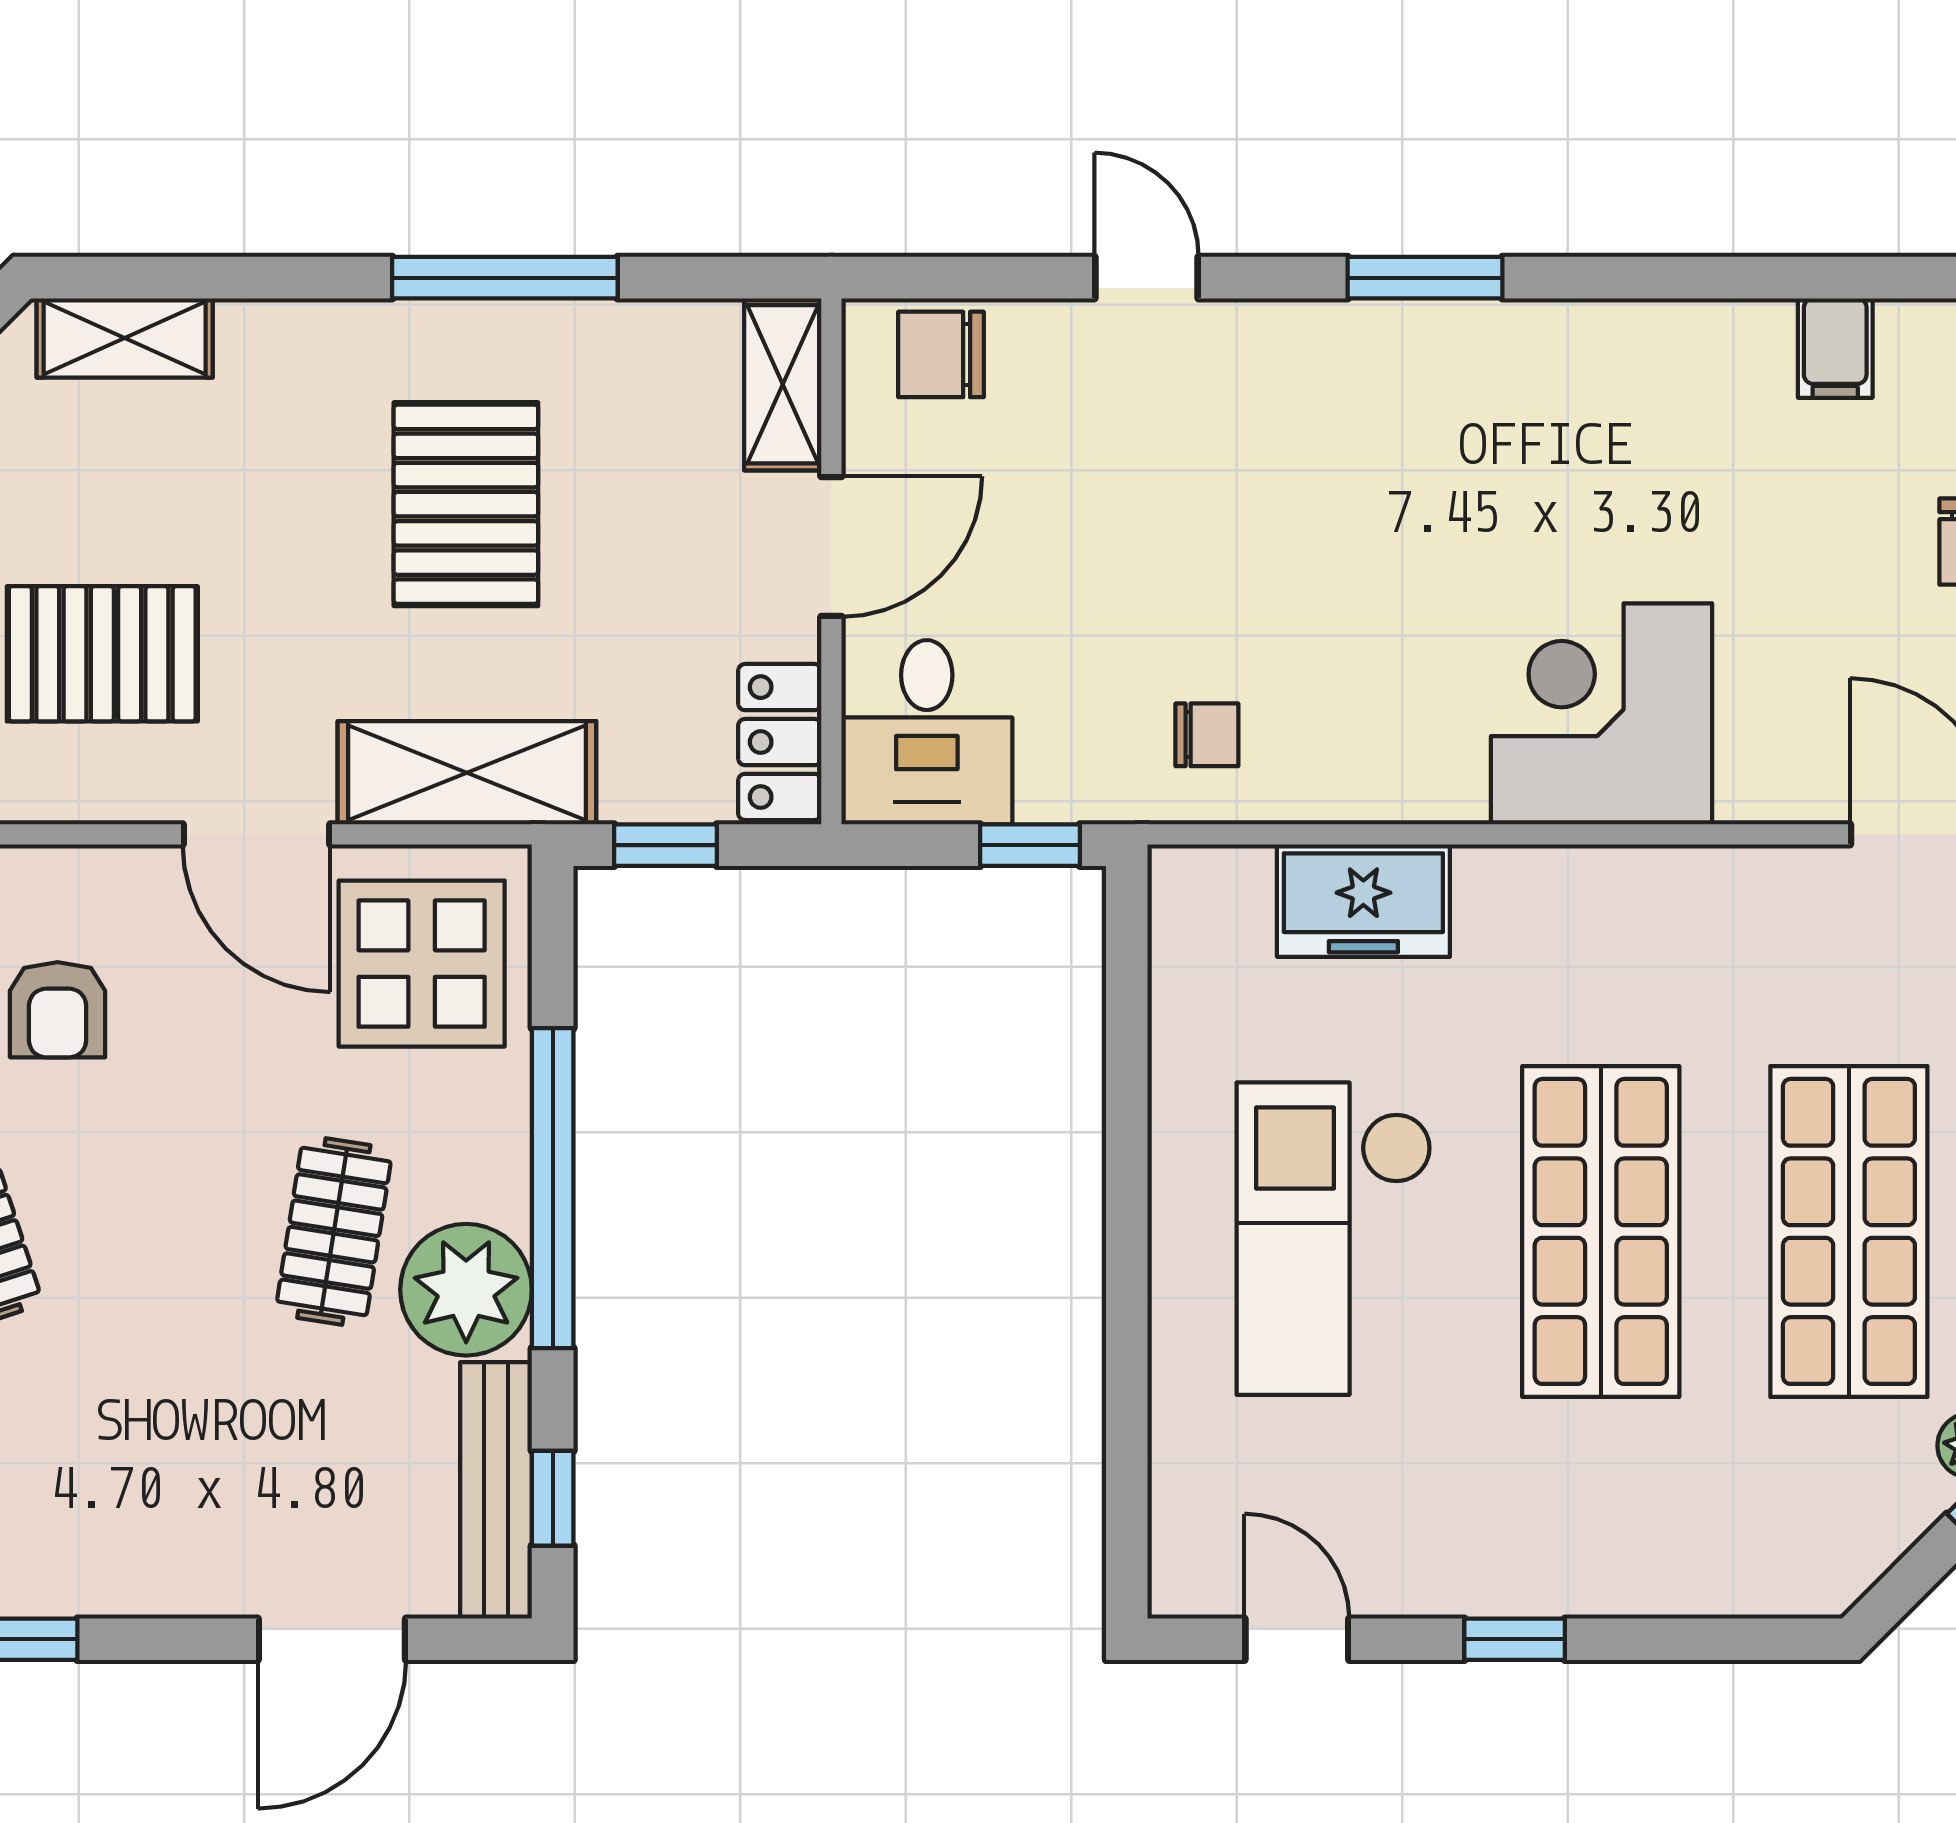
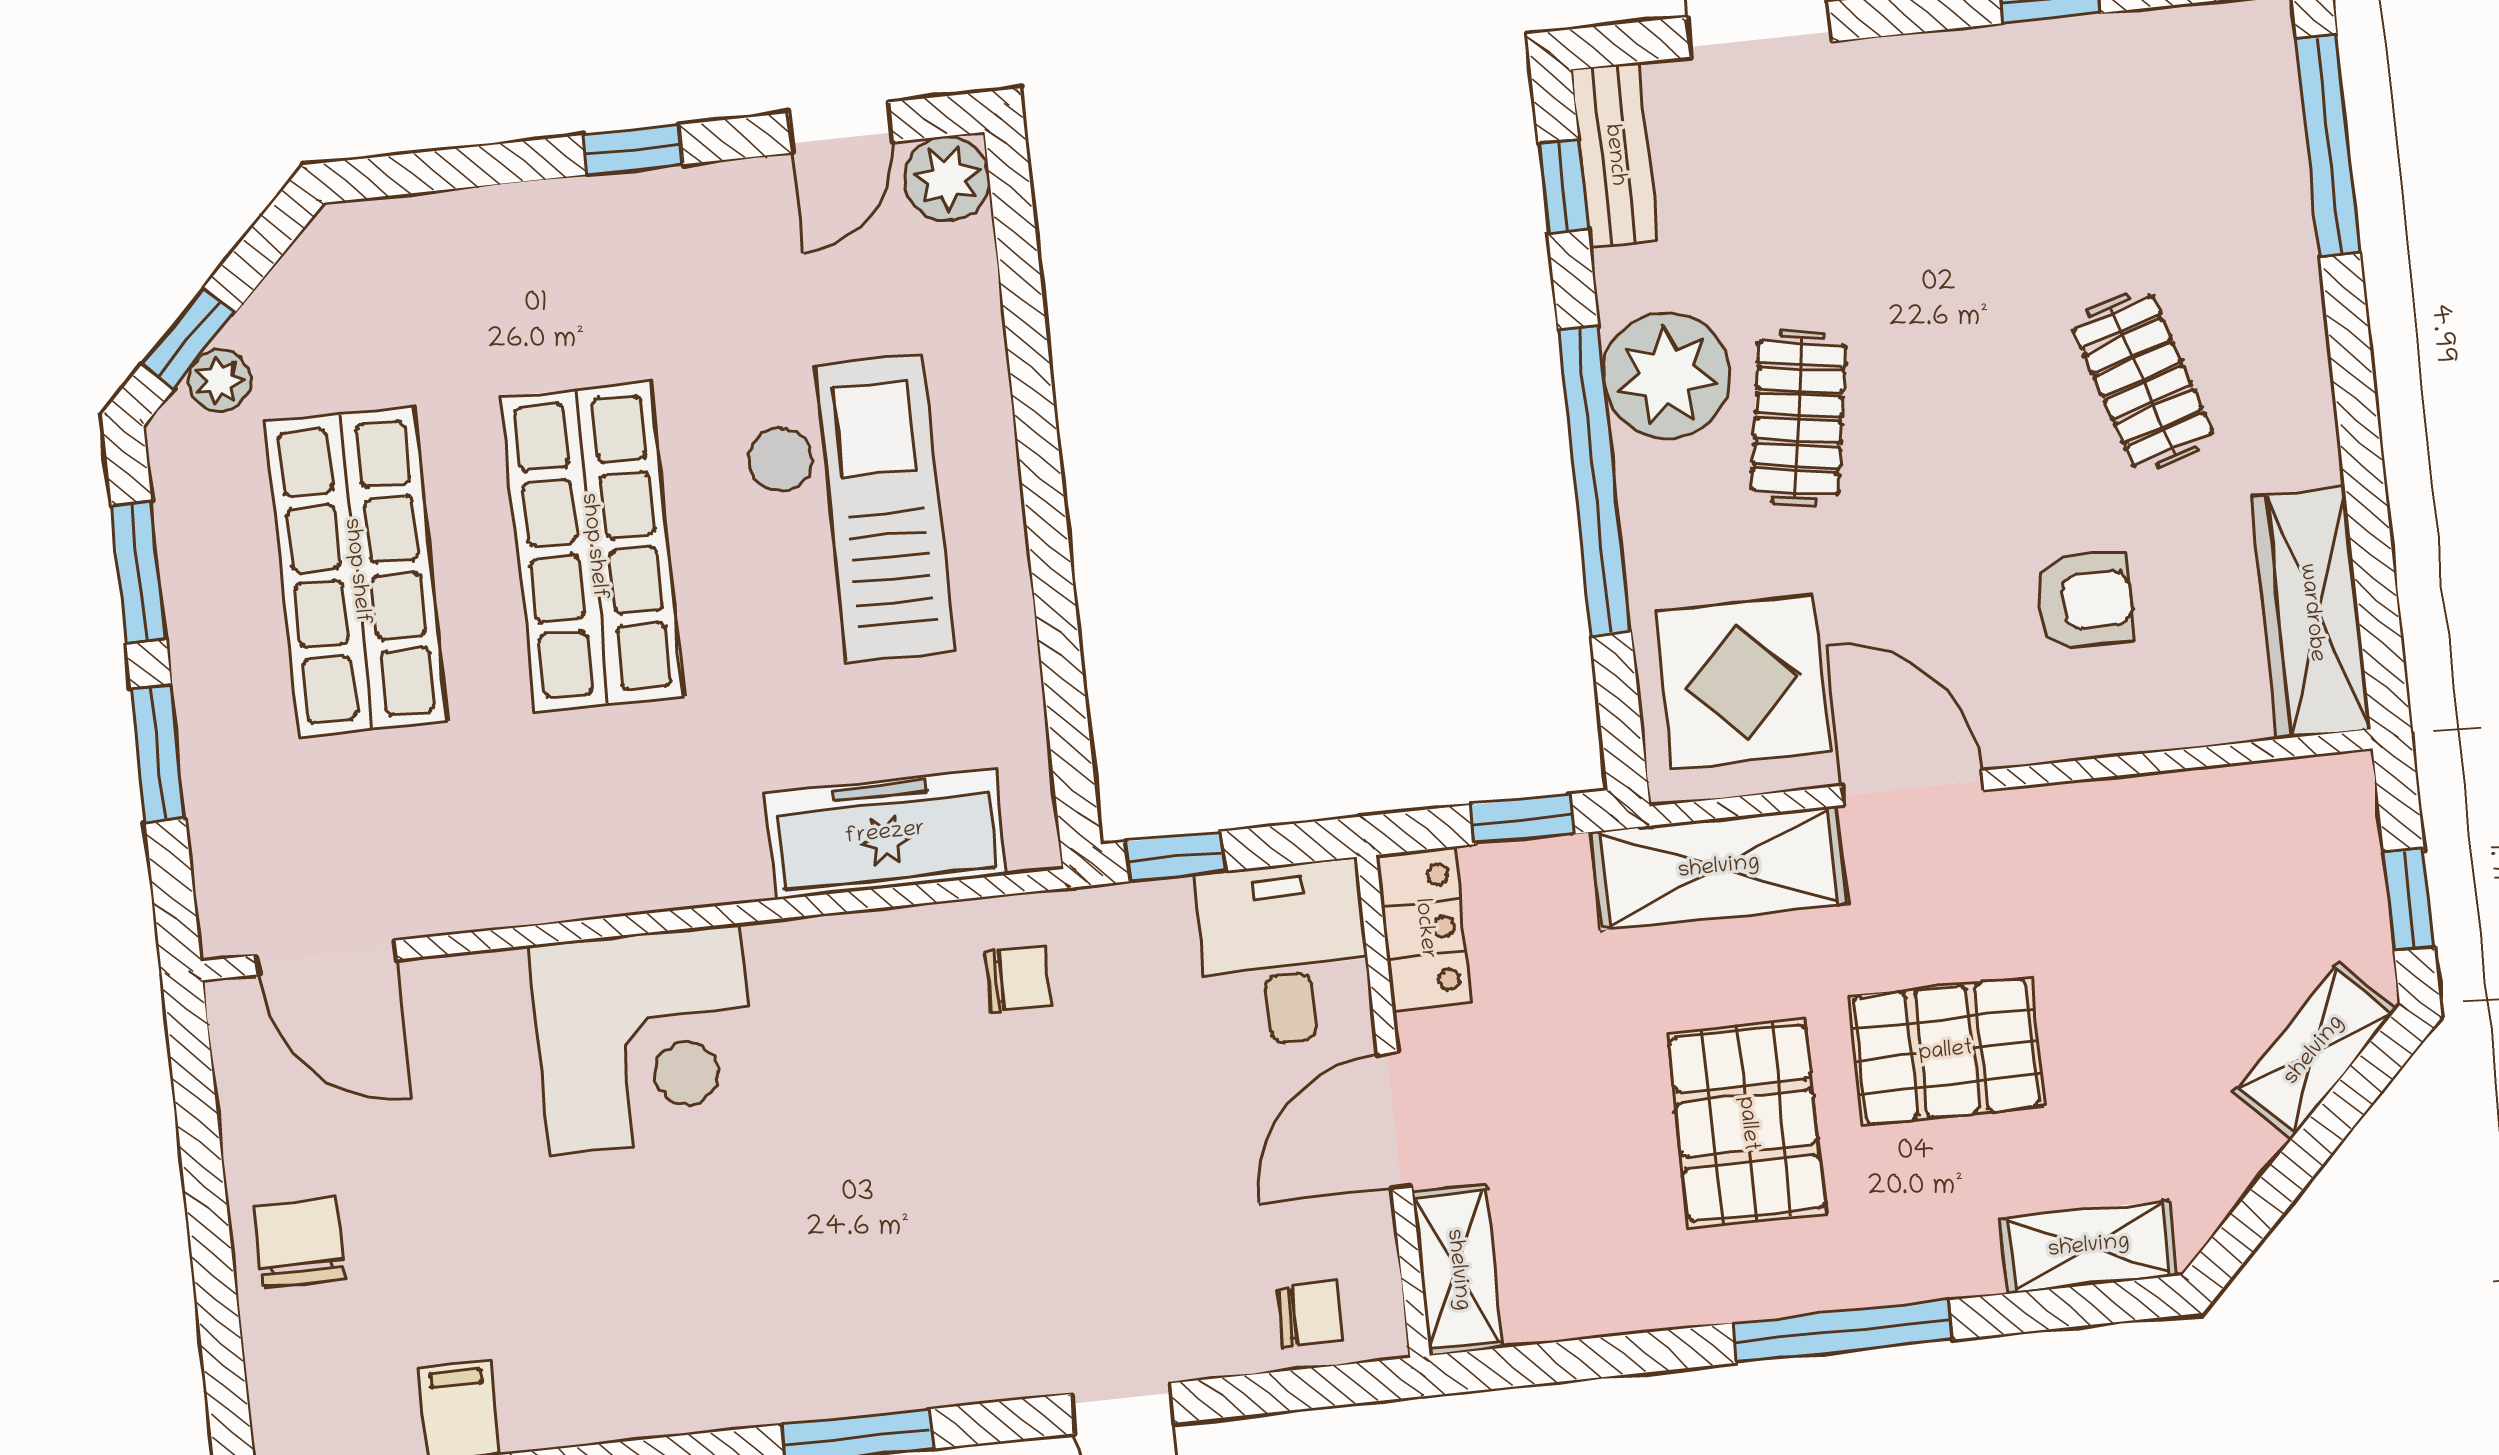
window: (505, 278) -> (1843, 1331), moved
chair: (941, 354) -> (1310, 1314), width x0.73, depth x0.73
pallet: (102, 654) -> (1946, 1052), moved
chair: (1207, 735) -> (1018, 979), turned 180
freezer: (1363, 901) -> (885, 834), width x1.40
armchair: (58, 1010) -> (2084, 601), turned 90
bench: (496, 1490) -> (1614, 155), width x0.73
plant: (1192, 1574) -> (947, 179), added
door: (1297, 1639) -> (840, 127), hinge flipped

